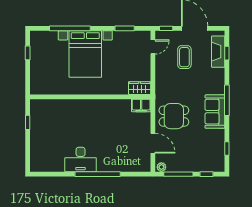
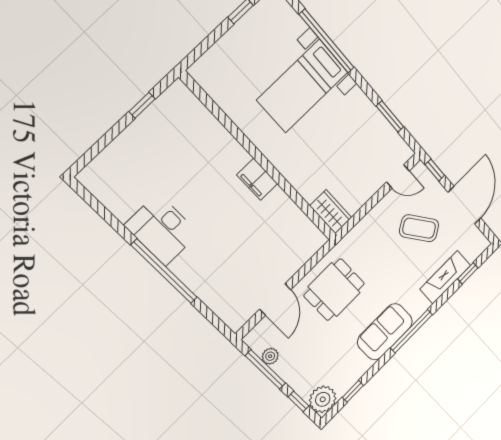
fireplace: (218, 52) -> (445, 277), moved
bed with nightstands: (85, 54) -> (302, 86), width x0.73
coffee table: (184, 57) -> (419, 228), turned 55
filing cabinet: (141, 105) -> (257, 179), moved
dining table: (174, 116) -> (334, 290), turned 90
plant: (217, 164) -> (323, 399), added
plant: (161, 167) -> (270, 356), moved

